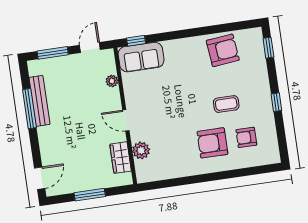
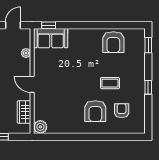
armchair: (223, 50) -> (113, 42), turned 96
armchair: (246, 137) -> (122, 111), turned 90
armchair: (212, 143) -> (95, 111), turned -90
plant: (141, 150) -> (40, 127), moved

